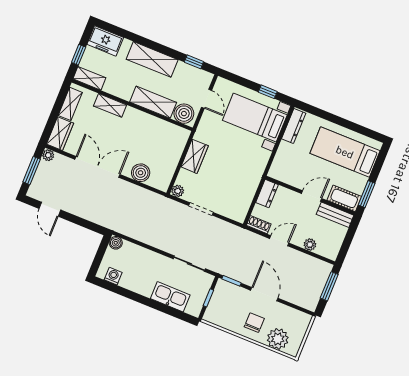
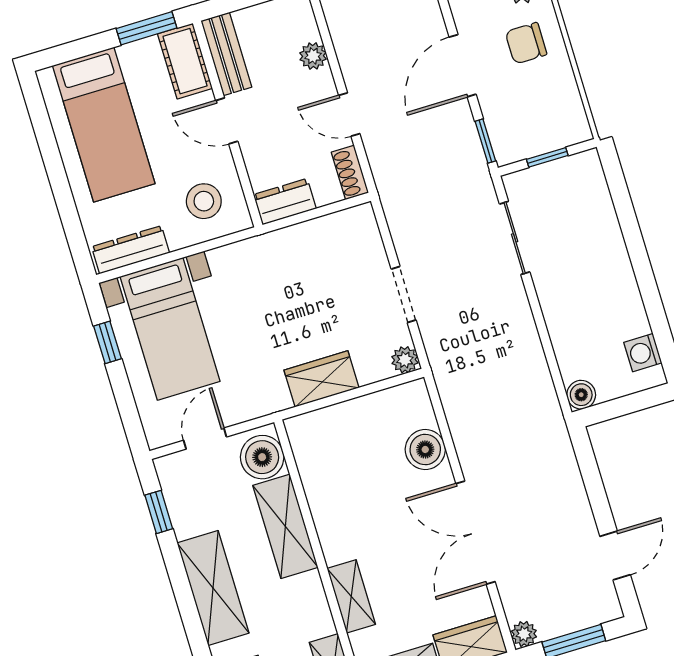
stool: (290, 165) -> (204, 201), added
kitchen sink: (170, 297) -> (599, 225), removed

